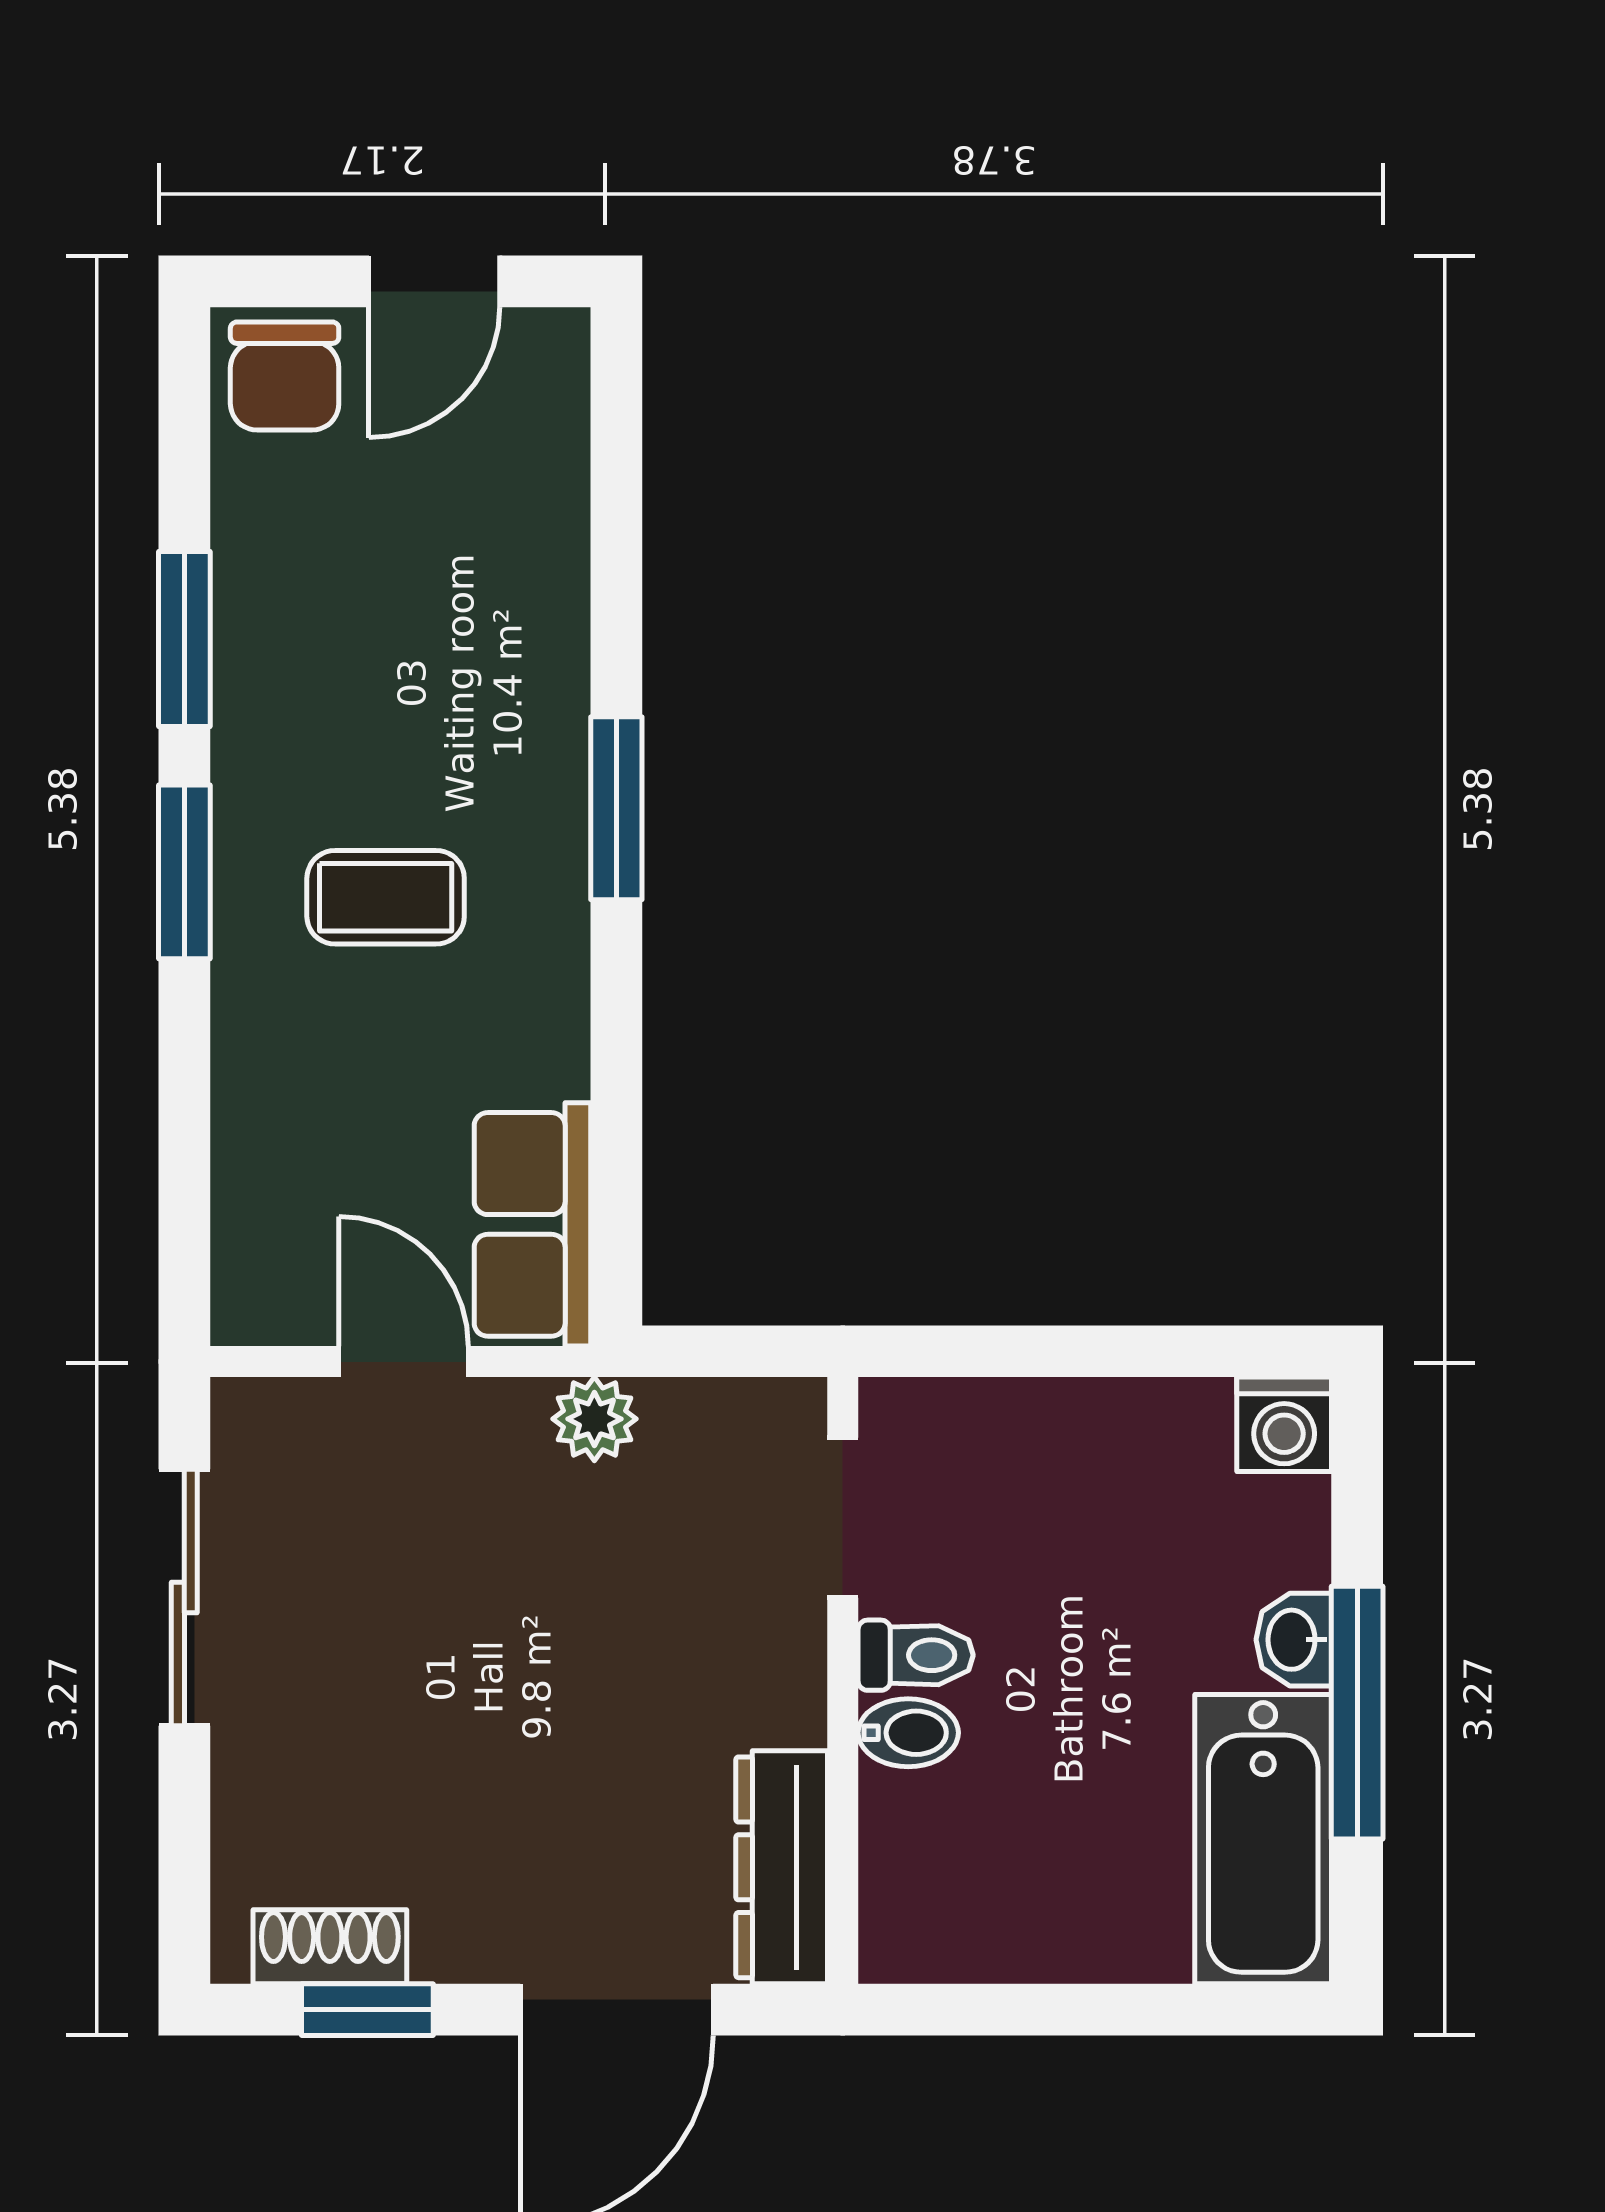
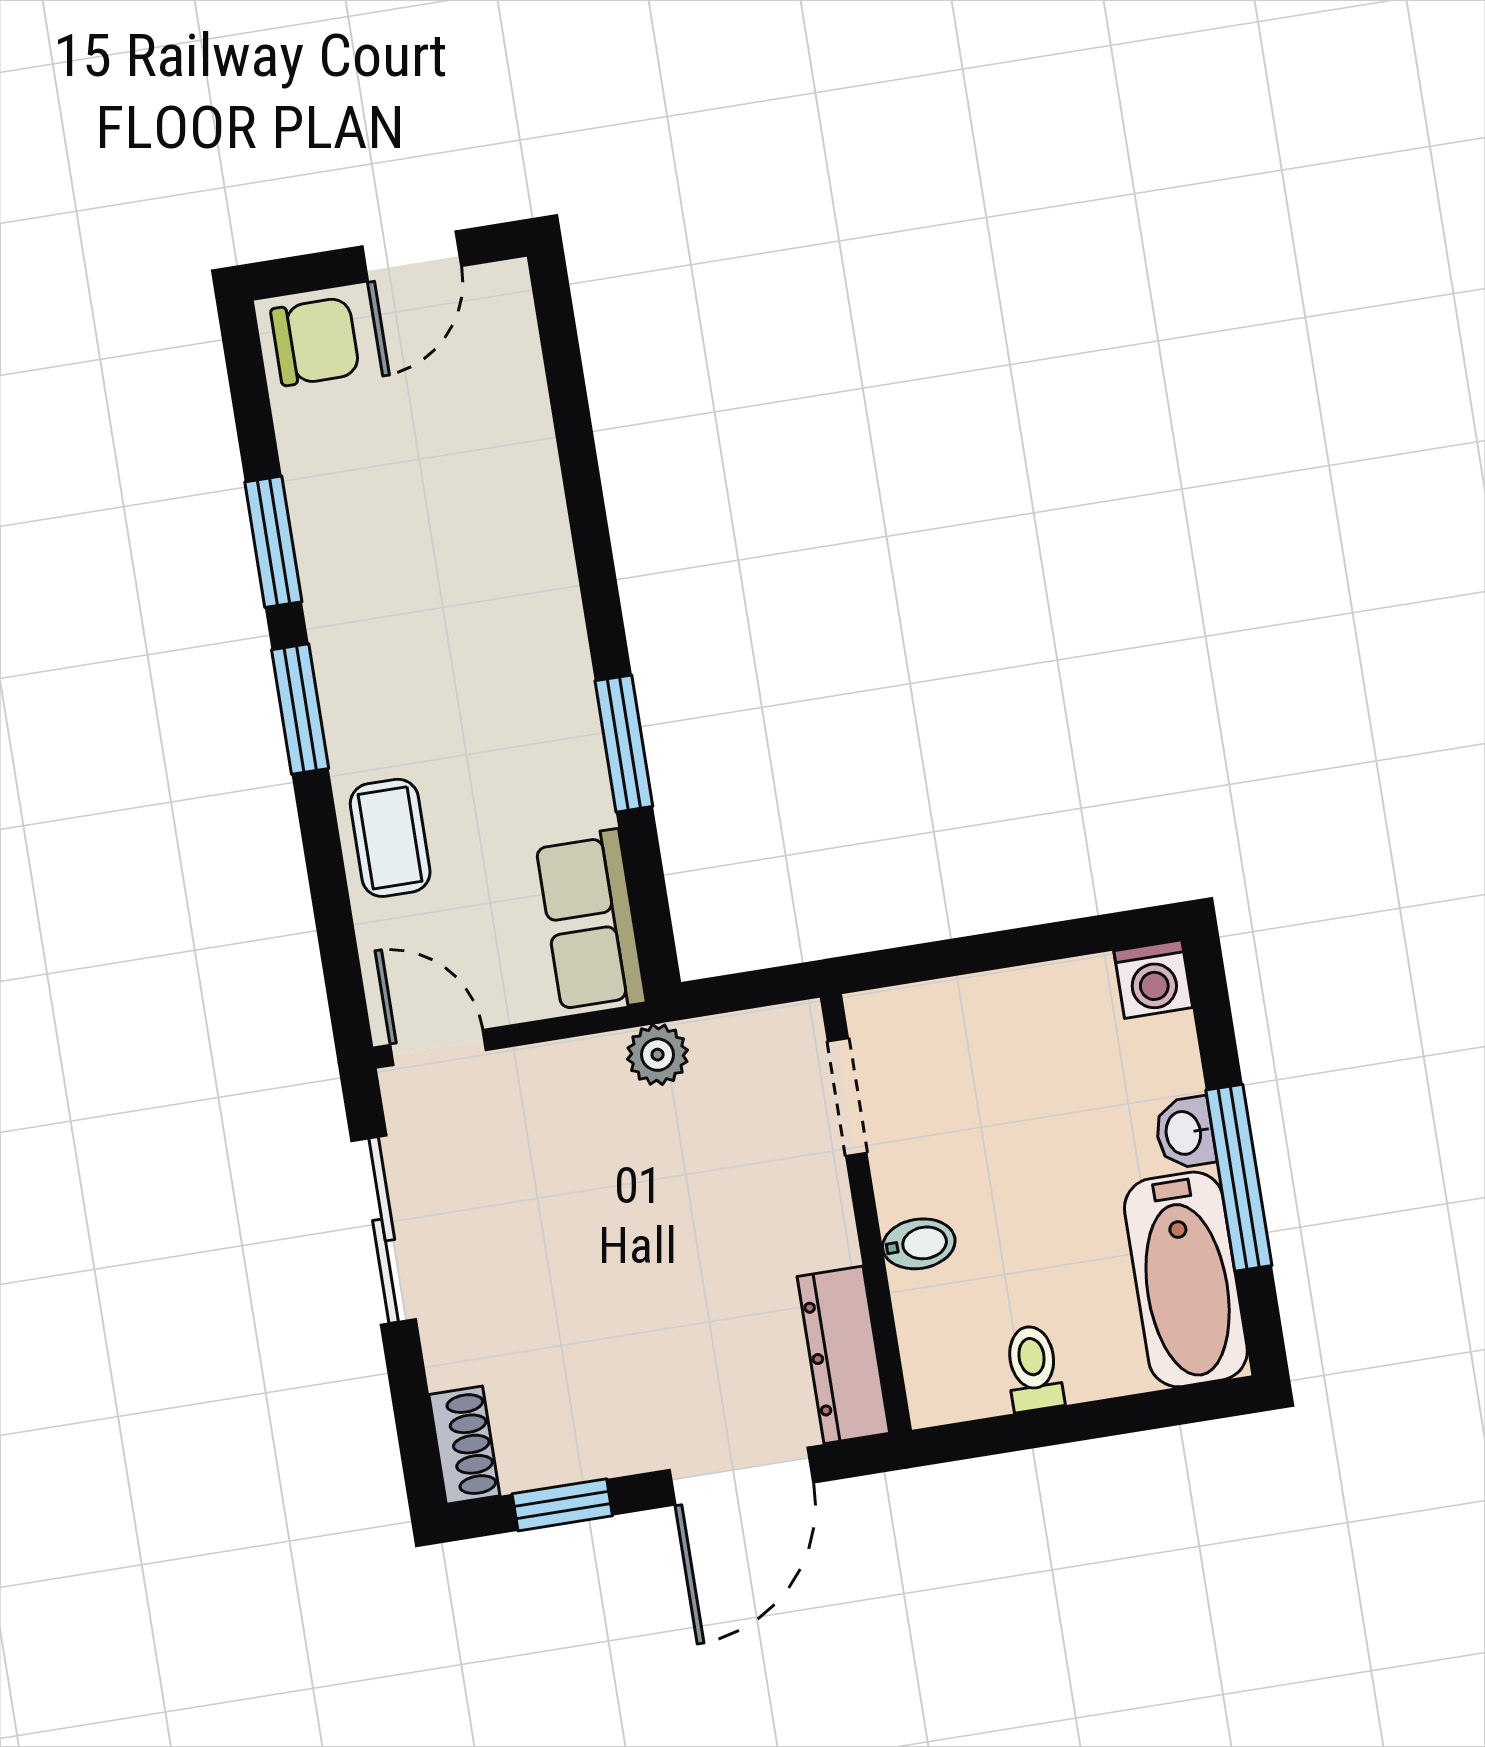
chair: (285, 376) -> (315, 341), turned -90
window: (616, 808) -> (624, 744), moved
coffee table: (386, 897) -> (390, 838), moved, turned 90
door: (404, 1362) -> (438, 1047), moved
toilet: (916, 1655) -> (1033, 1368), moved, turned -90
shoe rack: (330, 1947) -> (464, 1445), moved, turned 90

